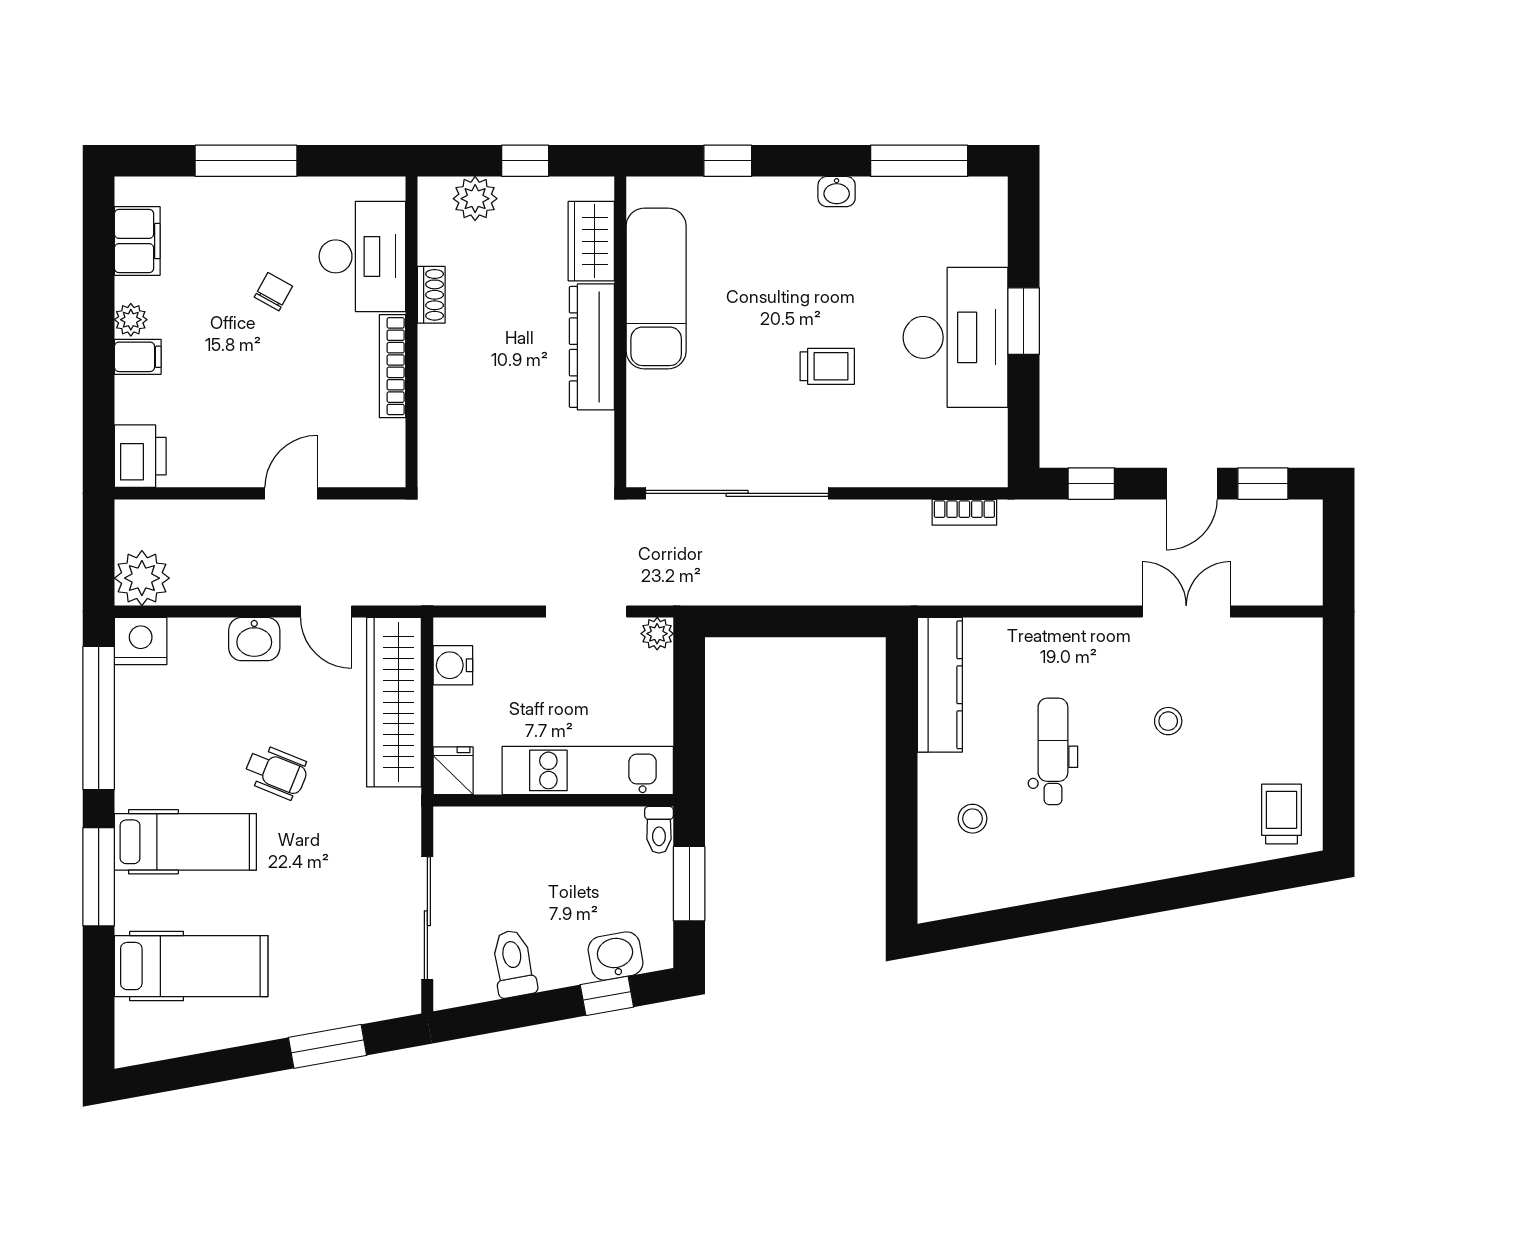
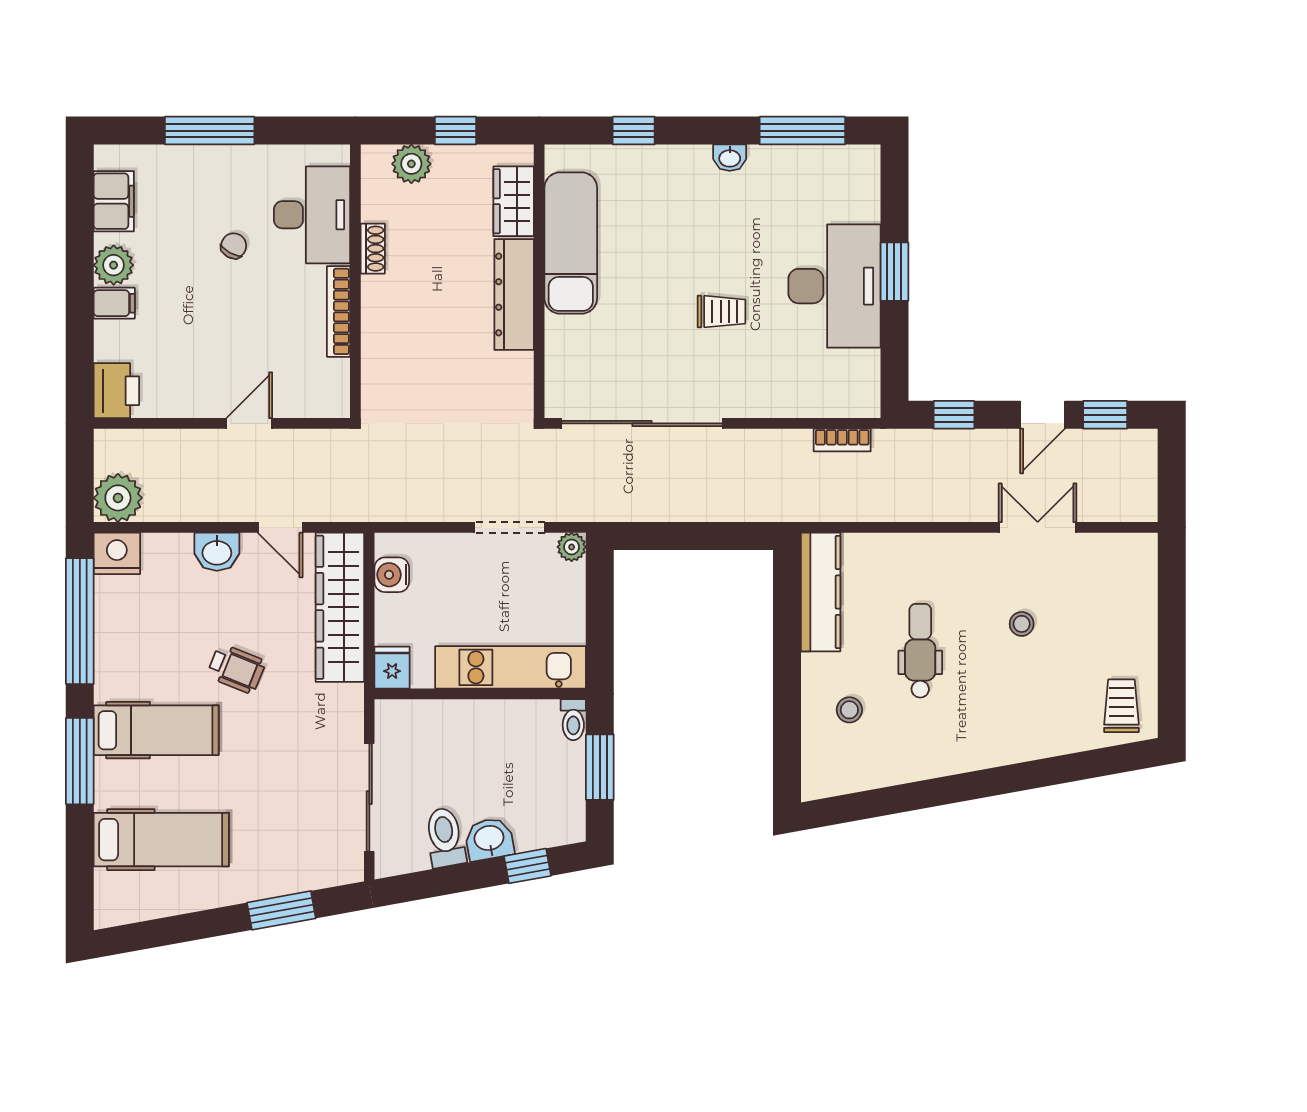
plant: (131, 320) -> (114, 265), width x1.38, depth x1.38
washbasin: (616, 956) -> (489, 839), moved

